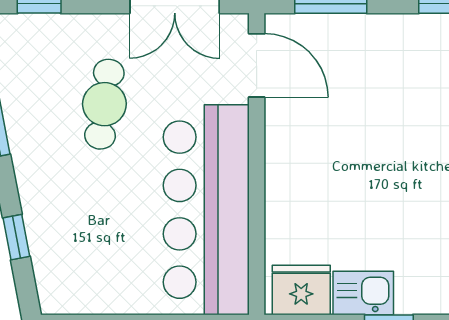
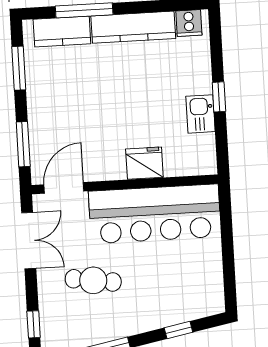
fridge: (301, 290) -> (144, 163), moved, turned 90

